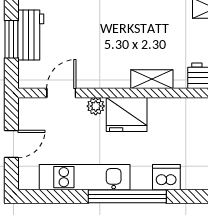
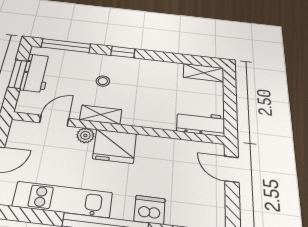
stool: (105, 36) -> (103, 81), added
shelving: (152, 79) -> (101, 115), moved

